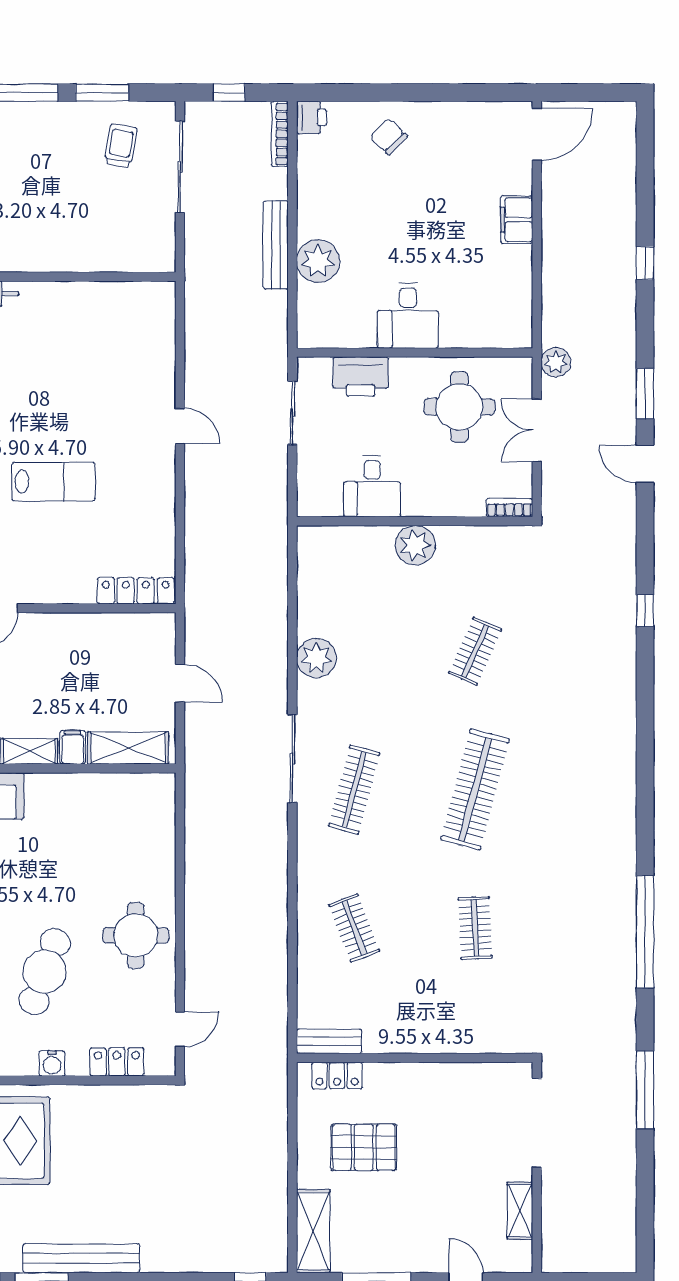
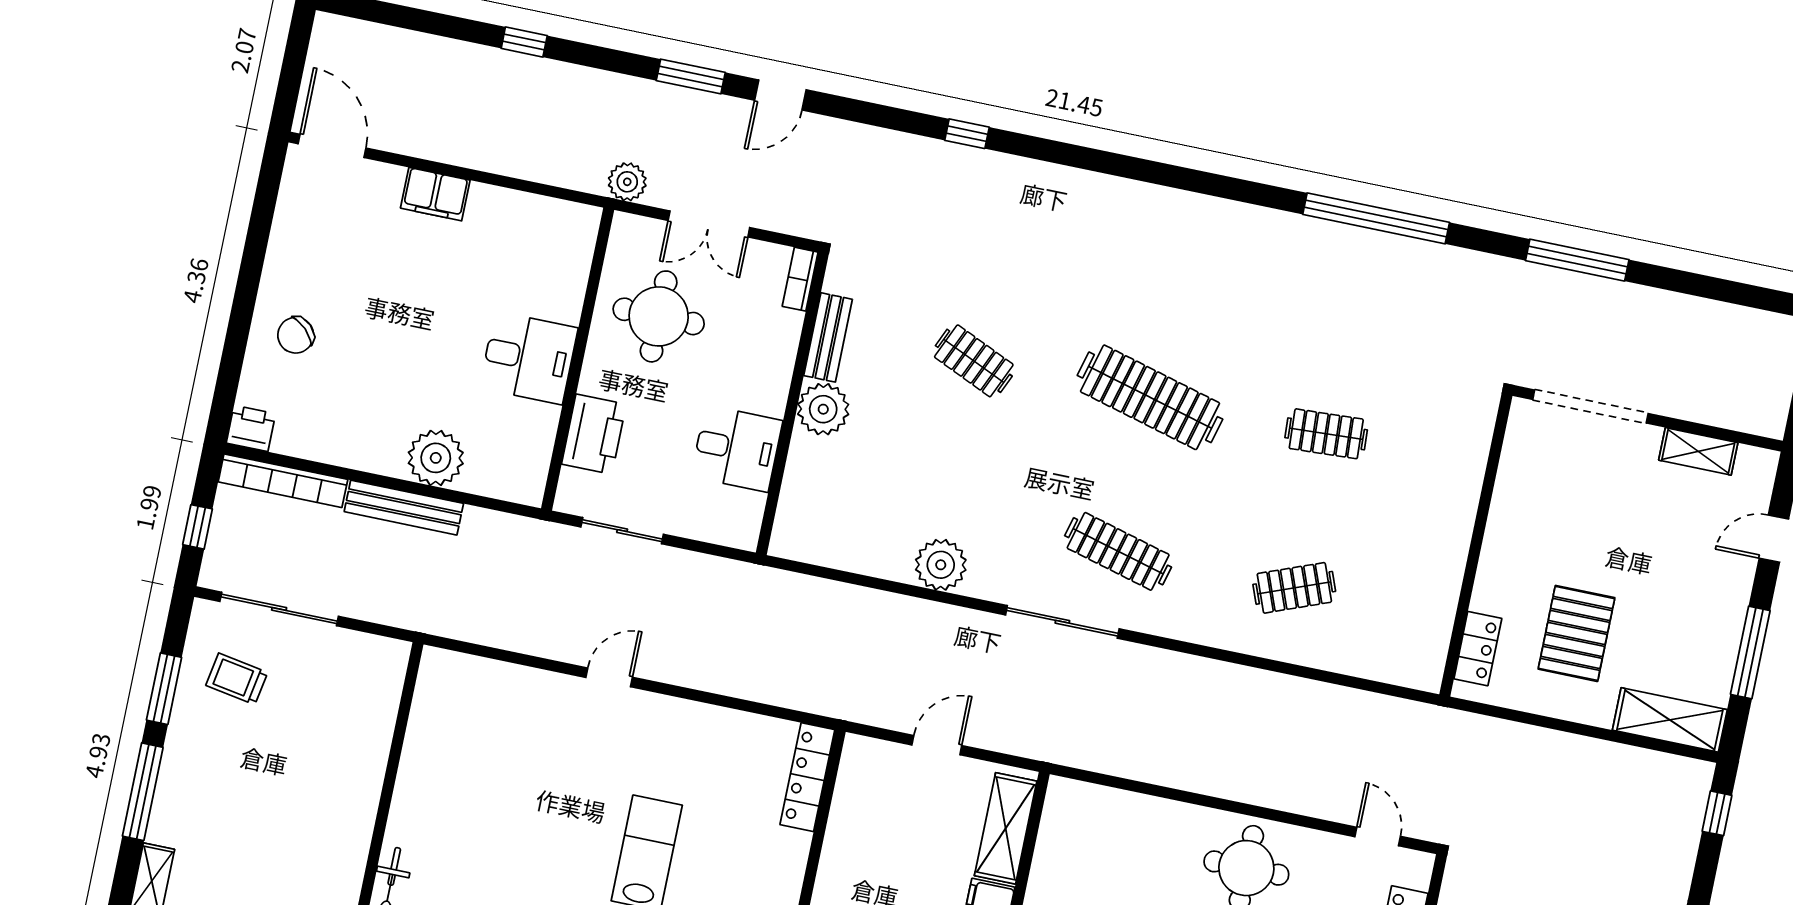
bookcase: (280, 134) -> (283, 481), width x1.48, depth x1.31
bench: (329, 1041) -> (828, 337), moved

